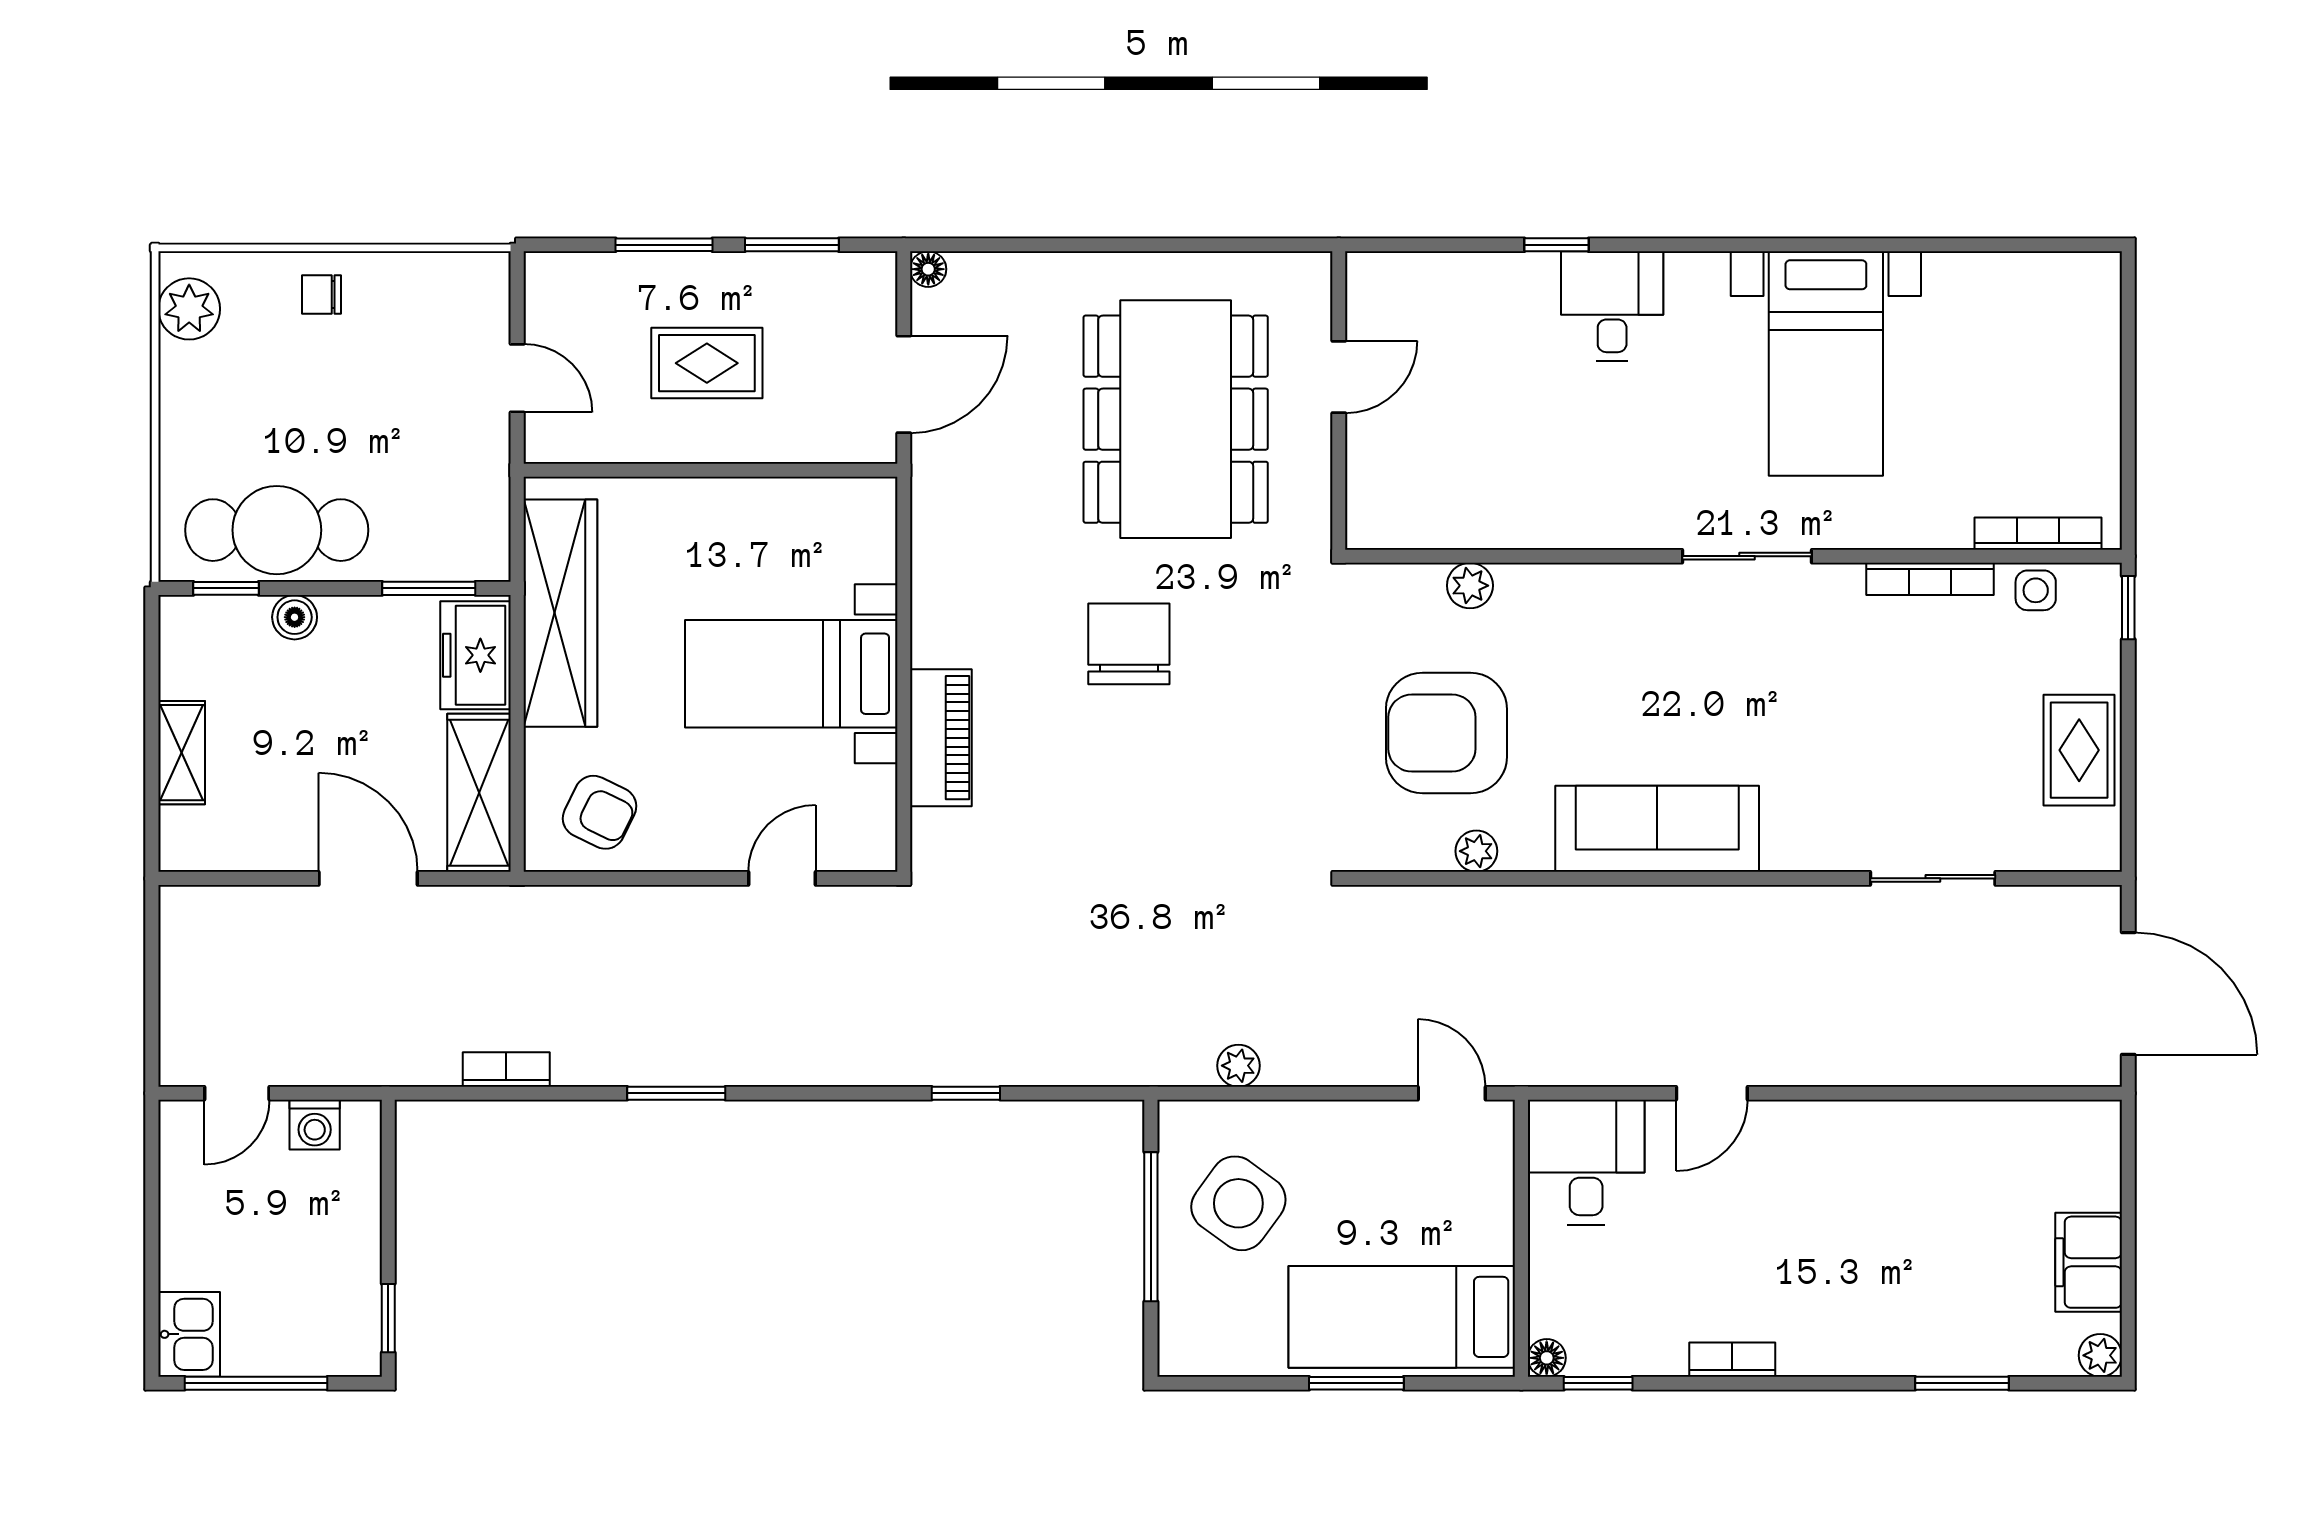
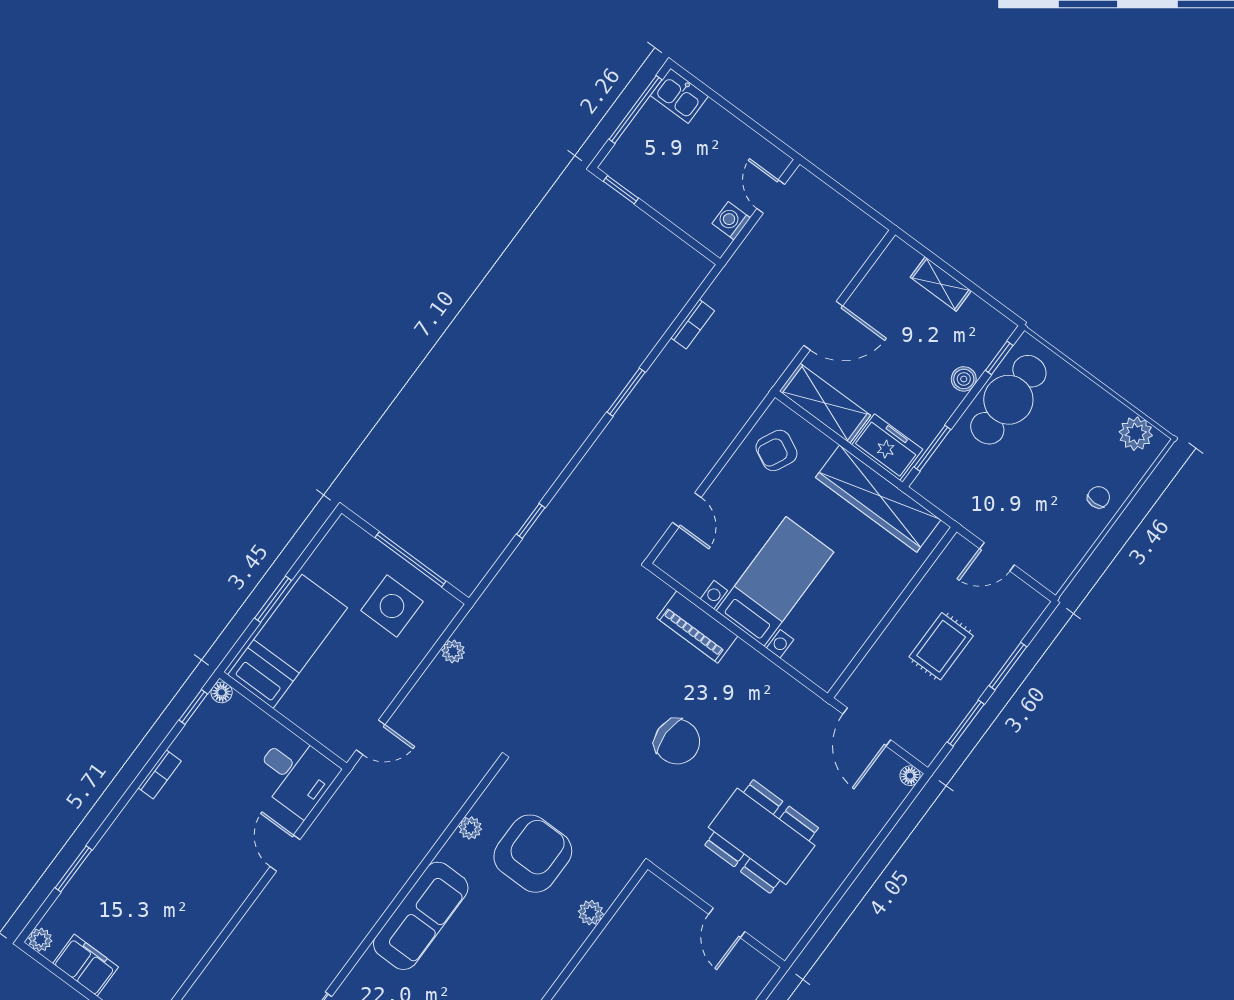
dining table: (1176, 419) -> (762, 836), width x0.73, depth x0.80
side table: (1238, 1203) -> (392, 606), turned -36

